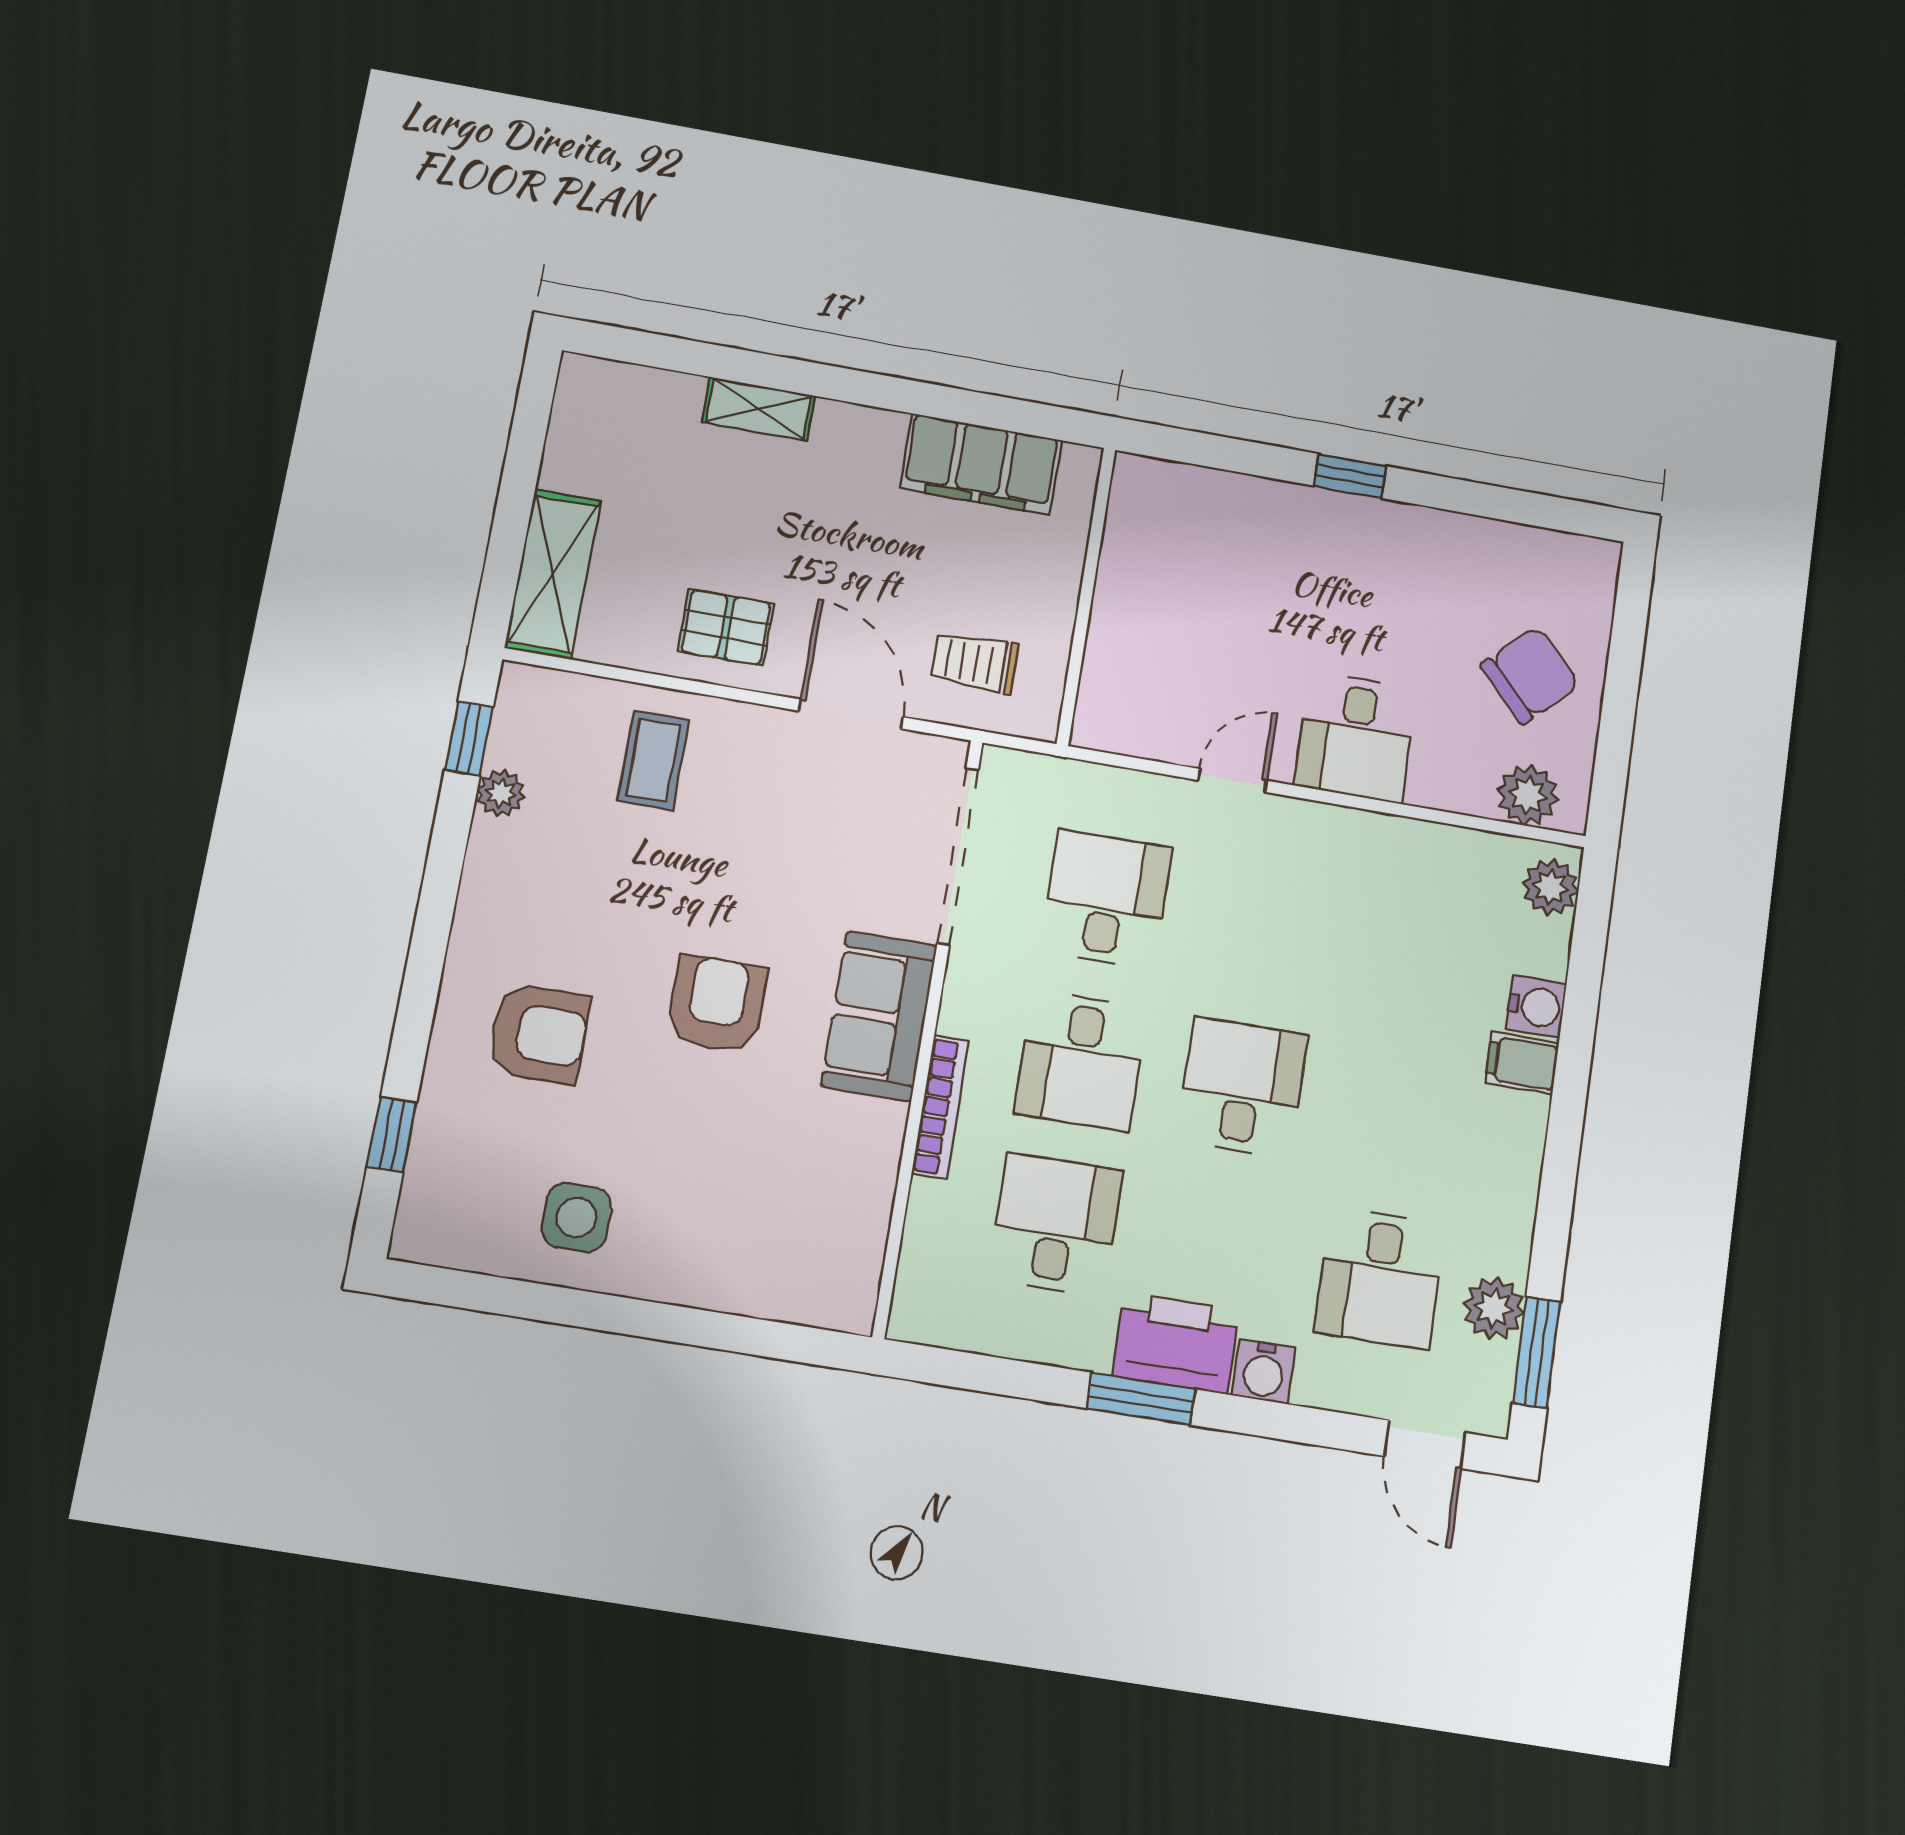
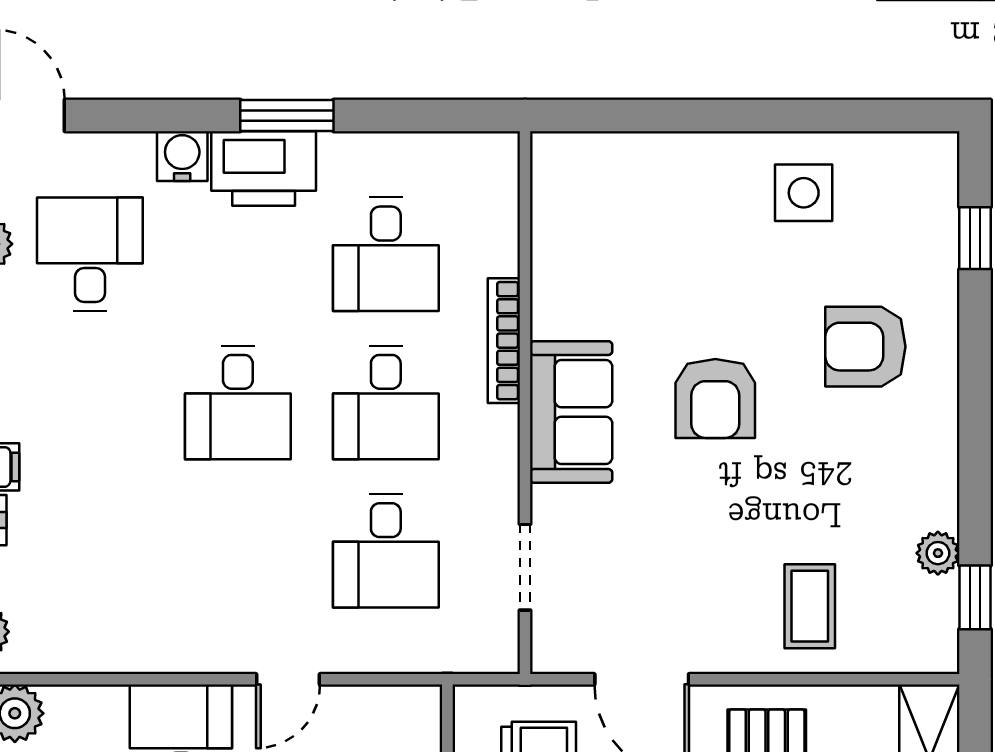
doorway: (958, 856) -> (525, 567), width x0.53
desk: (1081, 1060) -> (386, 403), turned 180

